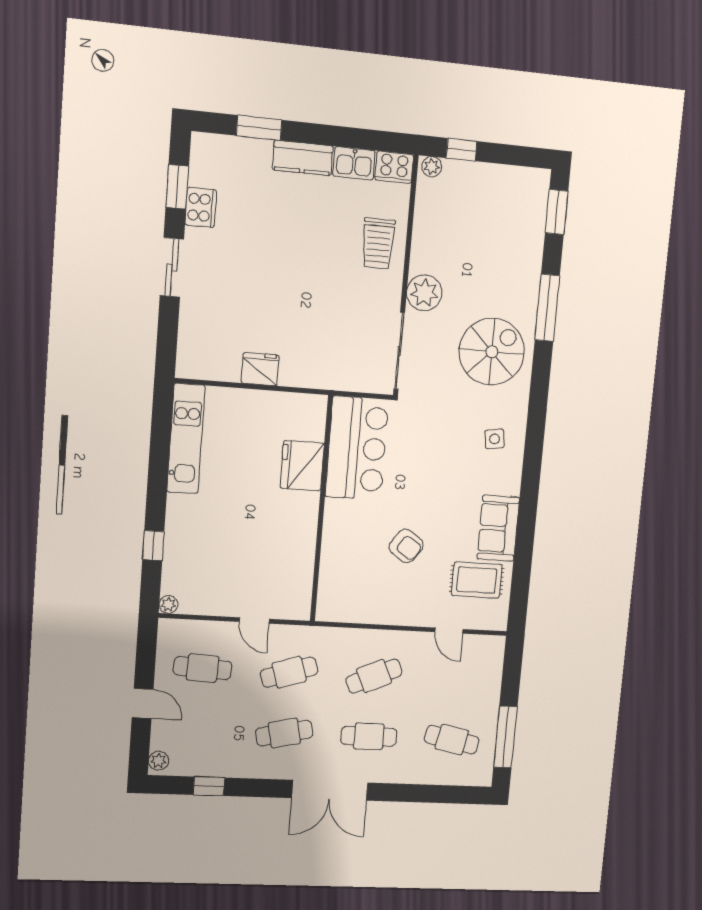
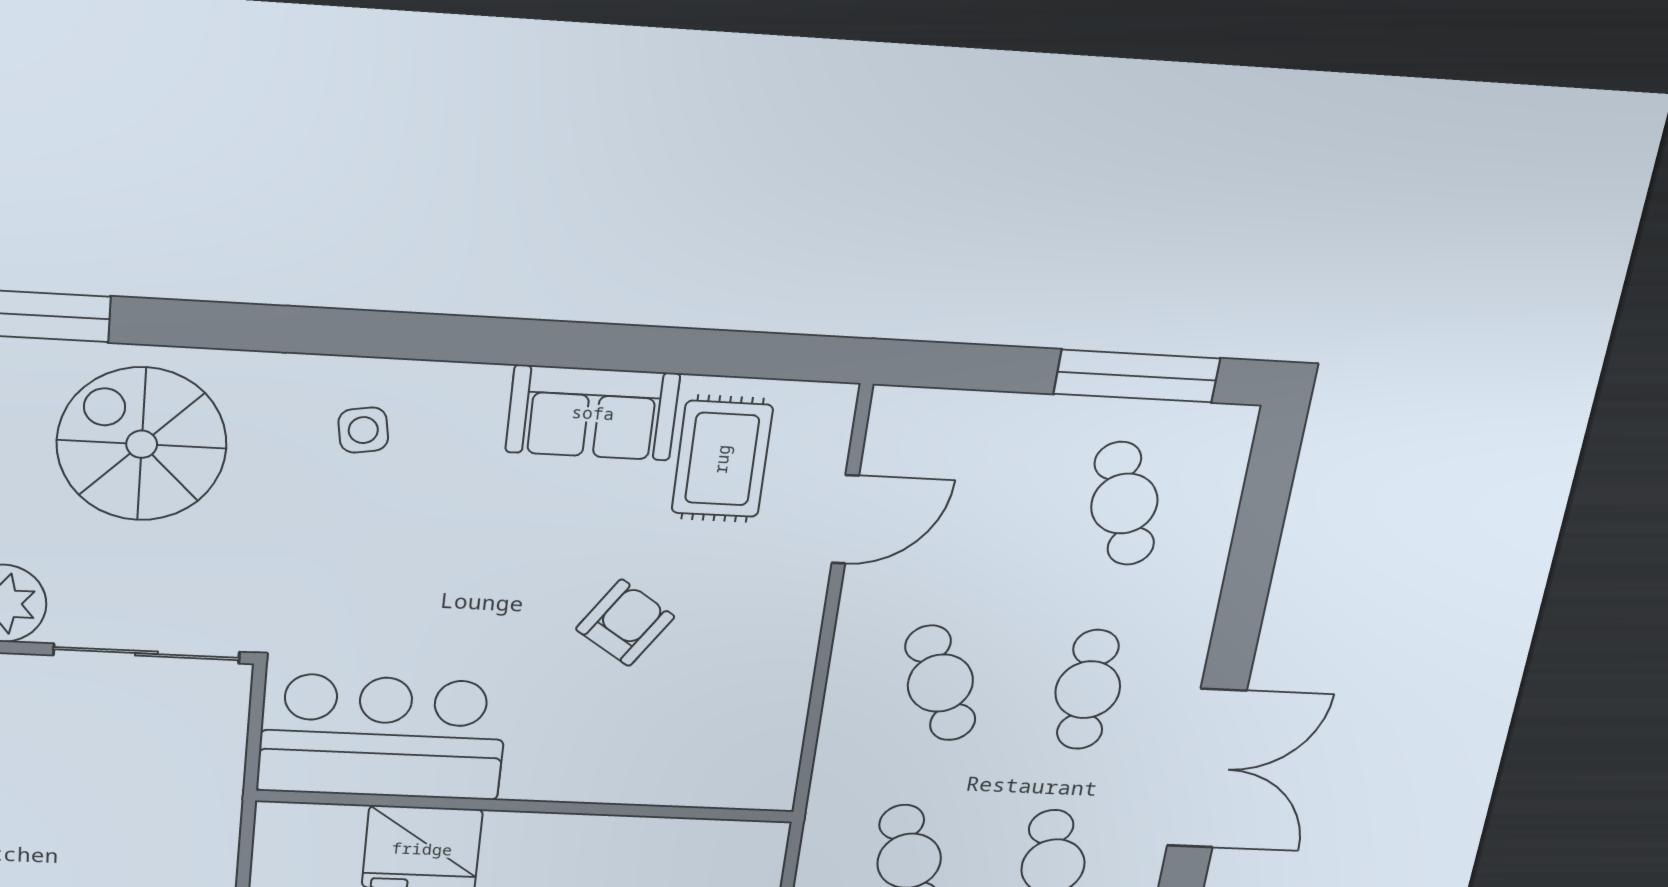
door: (449, 631) -> (845, 519), width x1.38
cafe table: (452, 740) -> (1124, 504), turned -30

